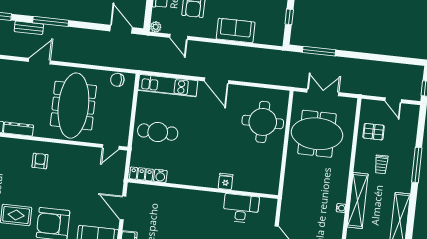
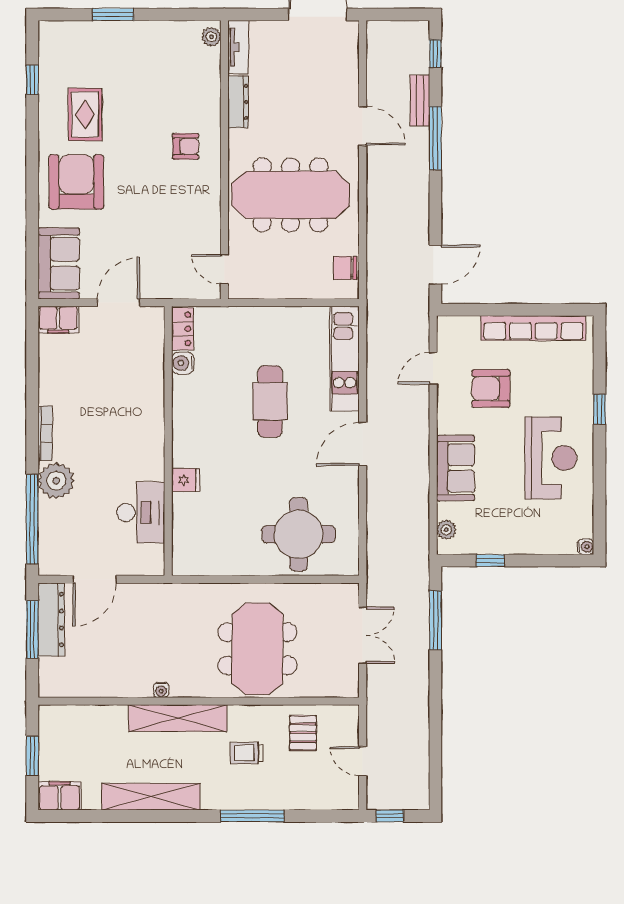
plant: (156, 27) -> (446, 530), moved
chair: (117, 80) -> (345, 268), turned -90
door: (393, 100) -> (363, 761), hinge flipped
cafe table: (158, 132) -> (270, 401), moved
meeting table: (317, 134) -> (257, 649), moved

